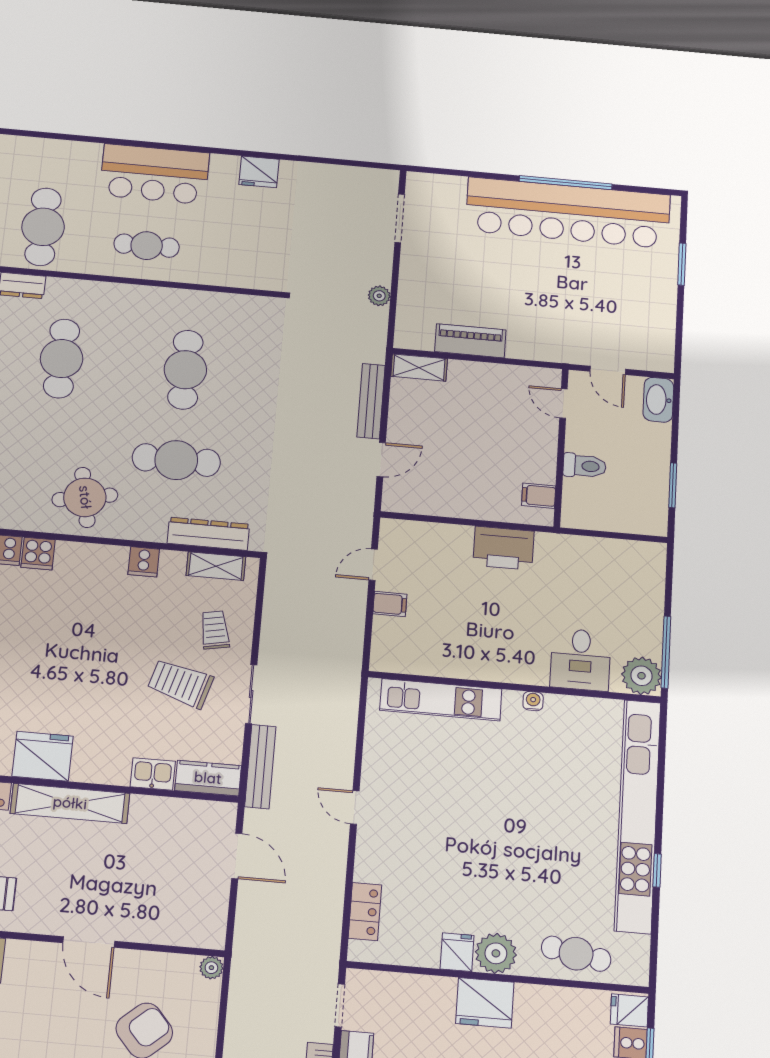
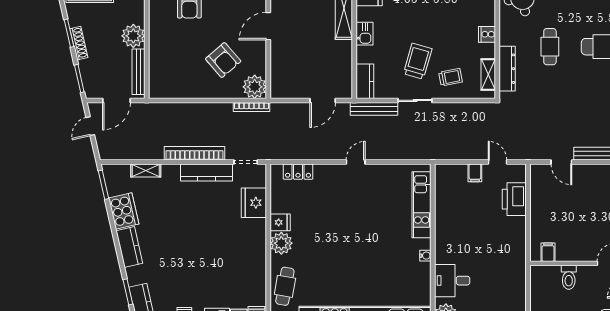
cafe table: (176, 460) -> (550, 47), width x0.73, depth x0.74
printer: (504, 548) -> (514, 199), moved
kitchen sink: (153, 774) -> (365, 34), moved
plant: (211, 968) -> (255, 87), width x1.88, depth x1.88
bookcase: (237, 986) -> (252, 107), added
fridge: (485, 1003) -> (254, 203), moved

